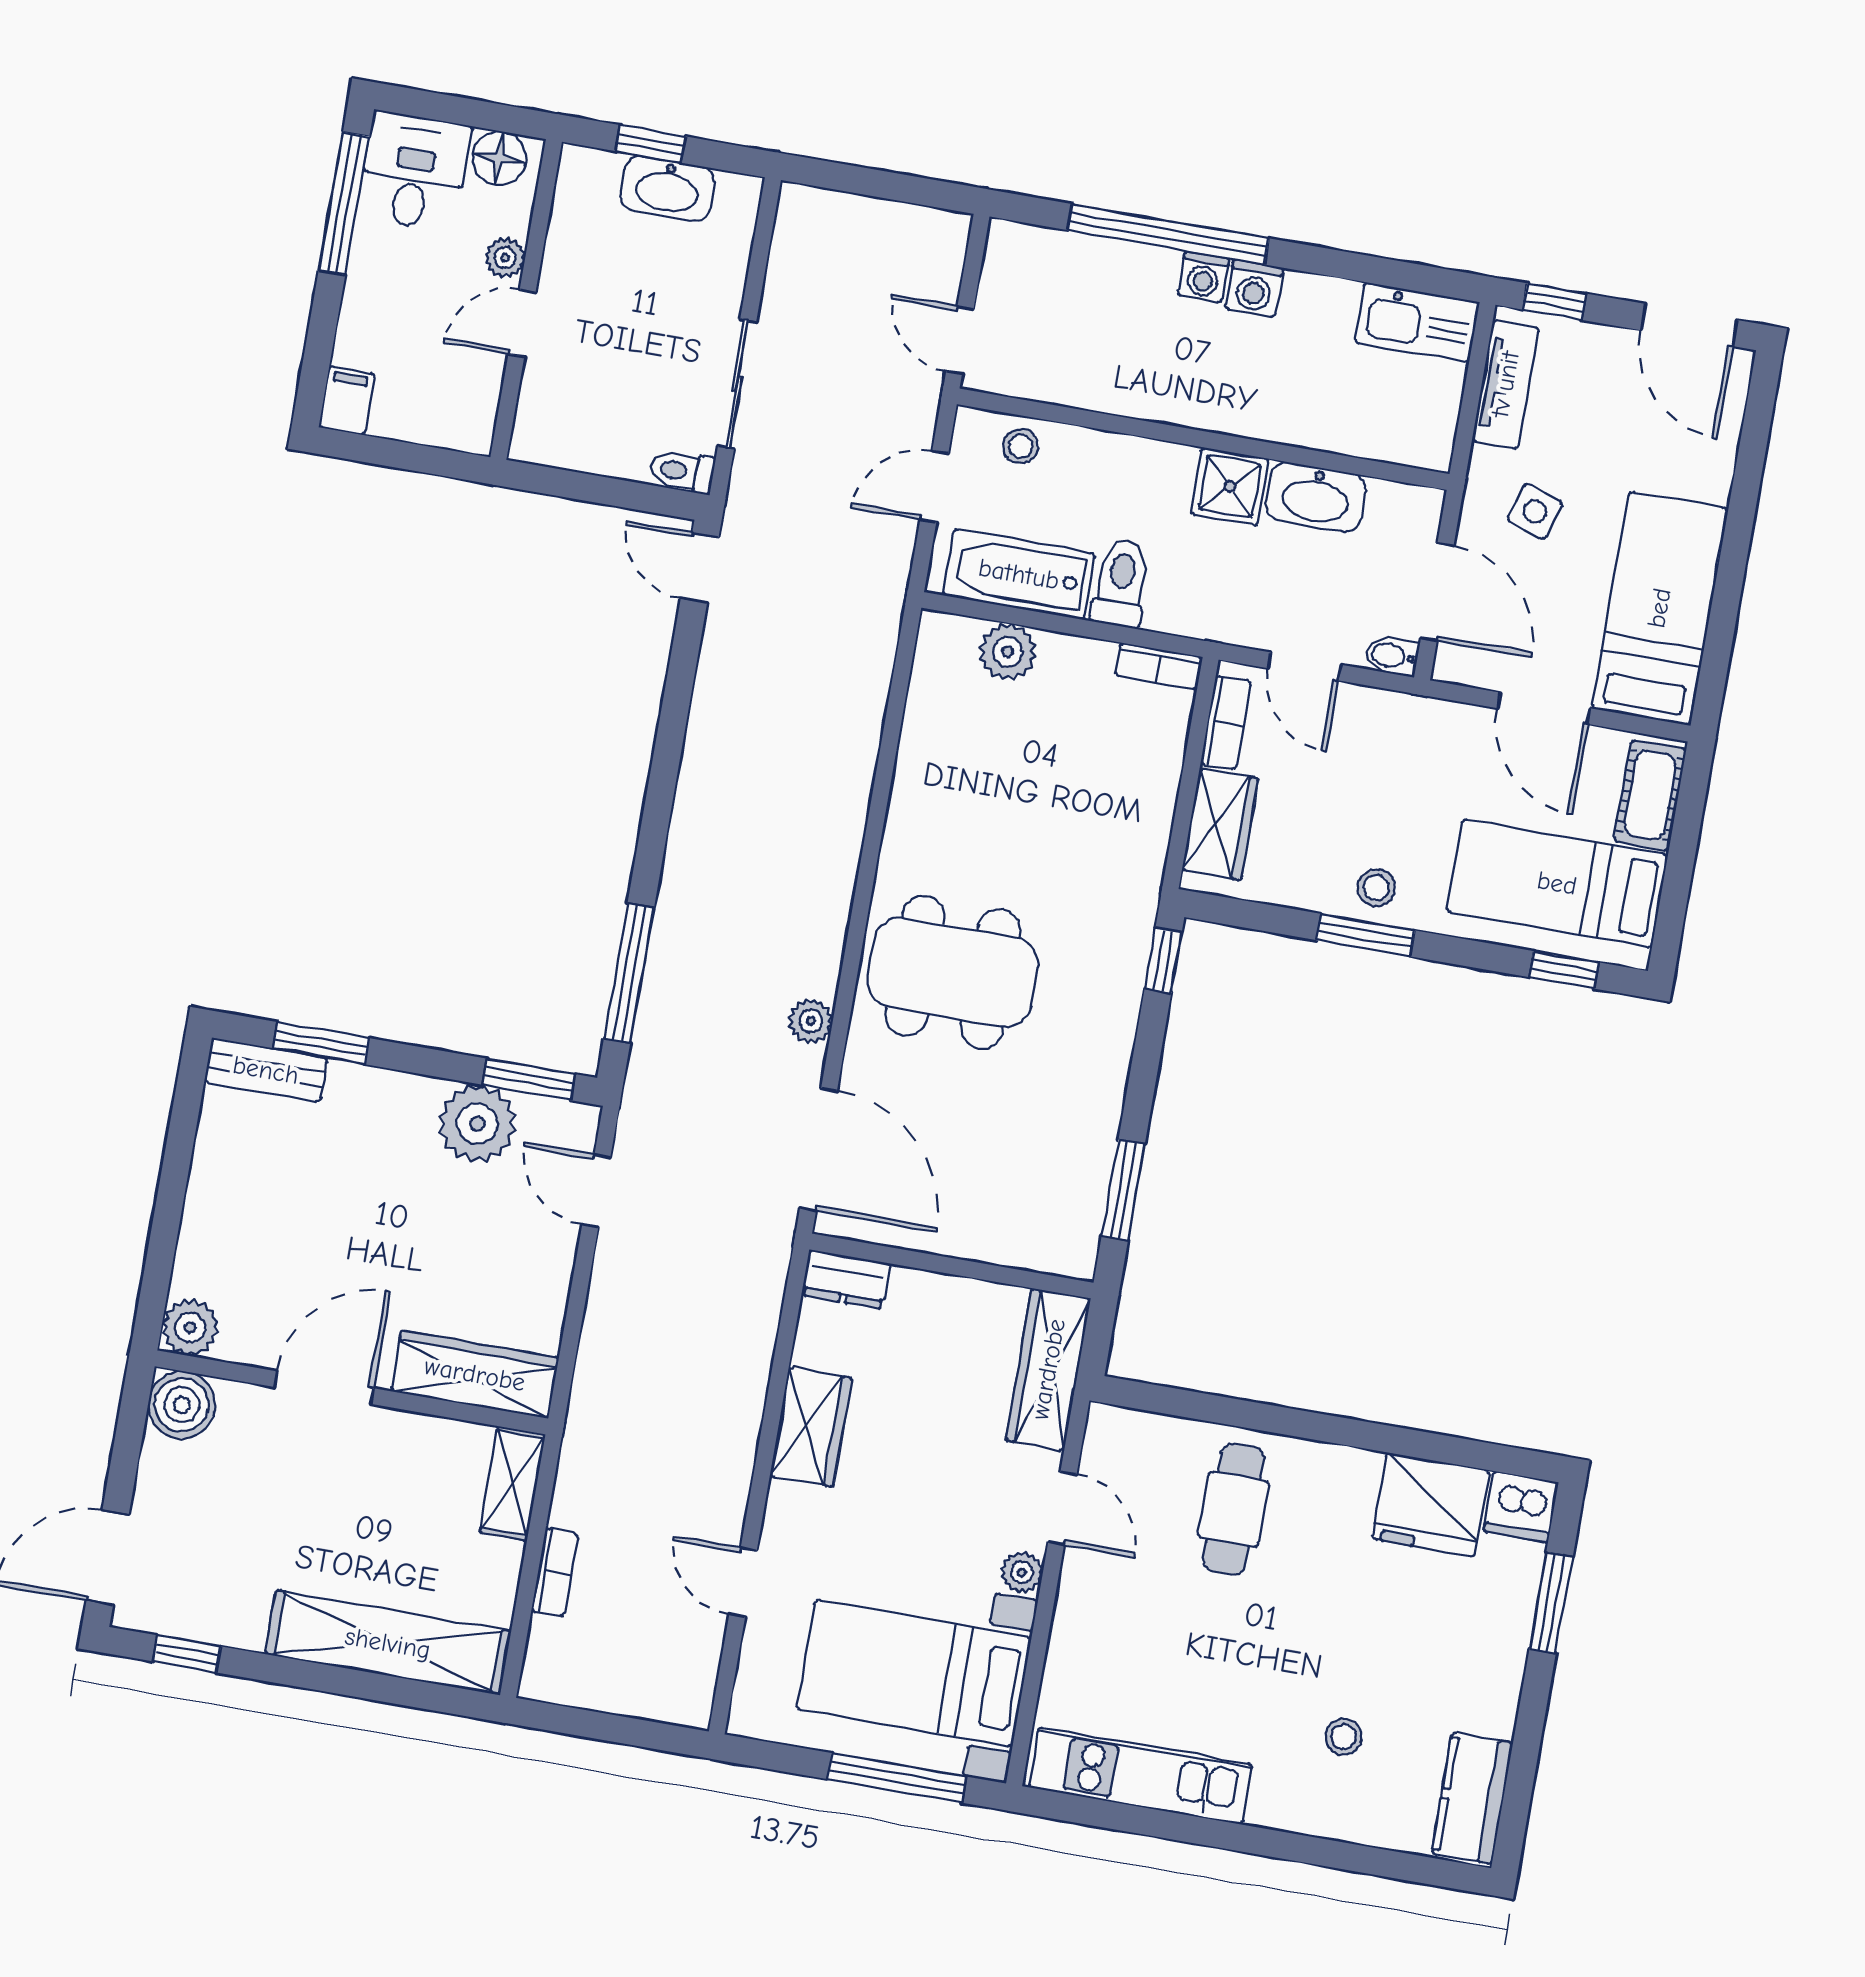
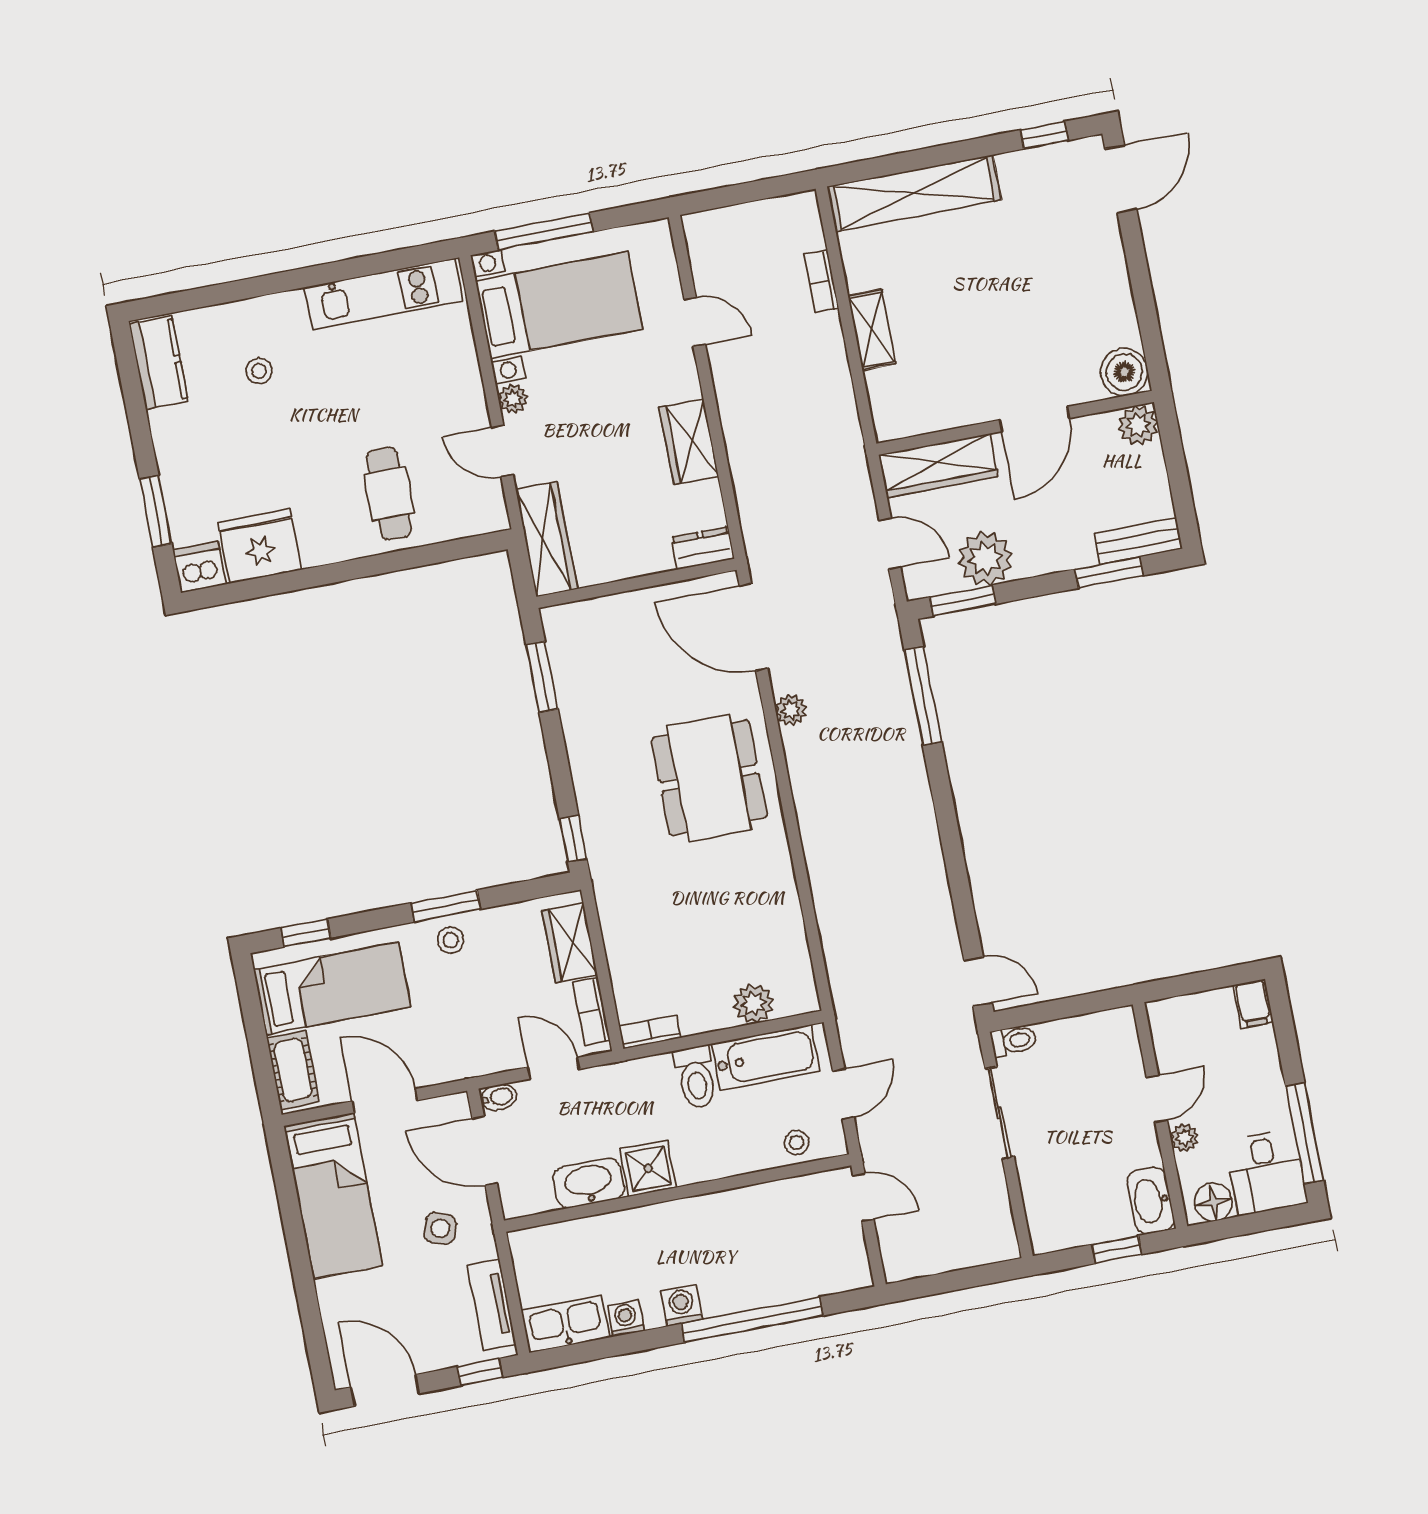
washbasin: (667, 188) -> (1151, 1201), moved, turned -90
washing machine: (1203, 277) -> (626, 1318), moved
dining table: (953, 972) -> (709, 778), turned 90
plant: (190, 1327) -> (1138, 425), moved
wardrobe: (475, 1374) -> (938, 466), moved
door: (324, 1388) -> (1035, 419), moved
wall: (352, 1392) -> (1015, 423), moved
boiler: (182, 1405) -> (1124, 372), moved

